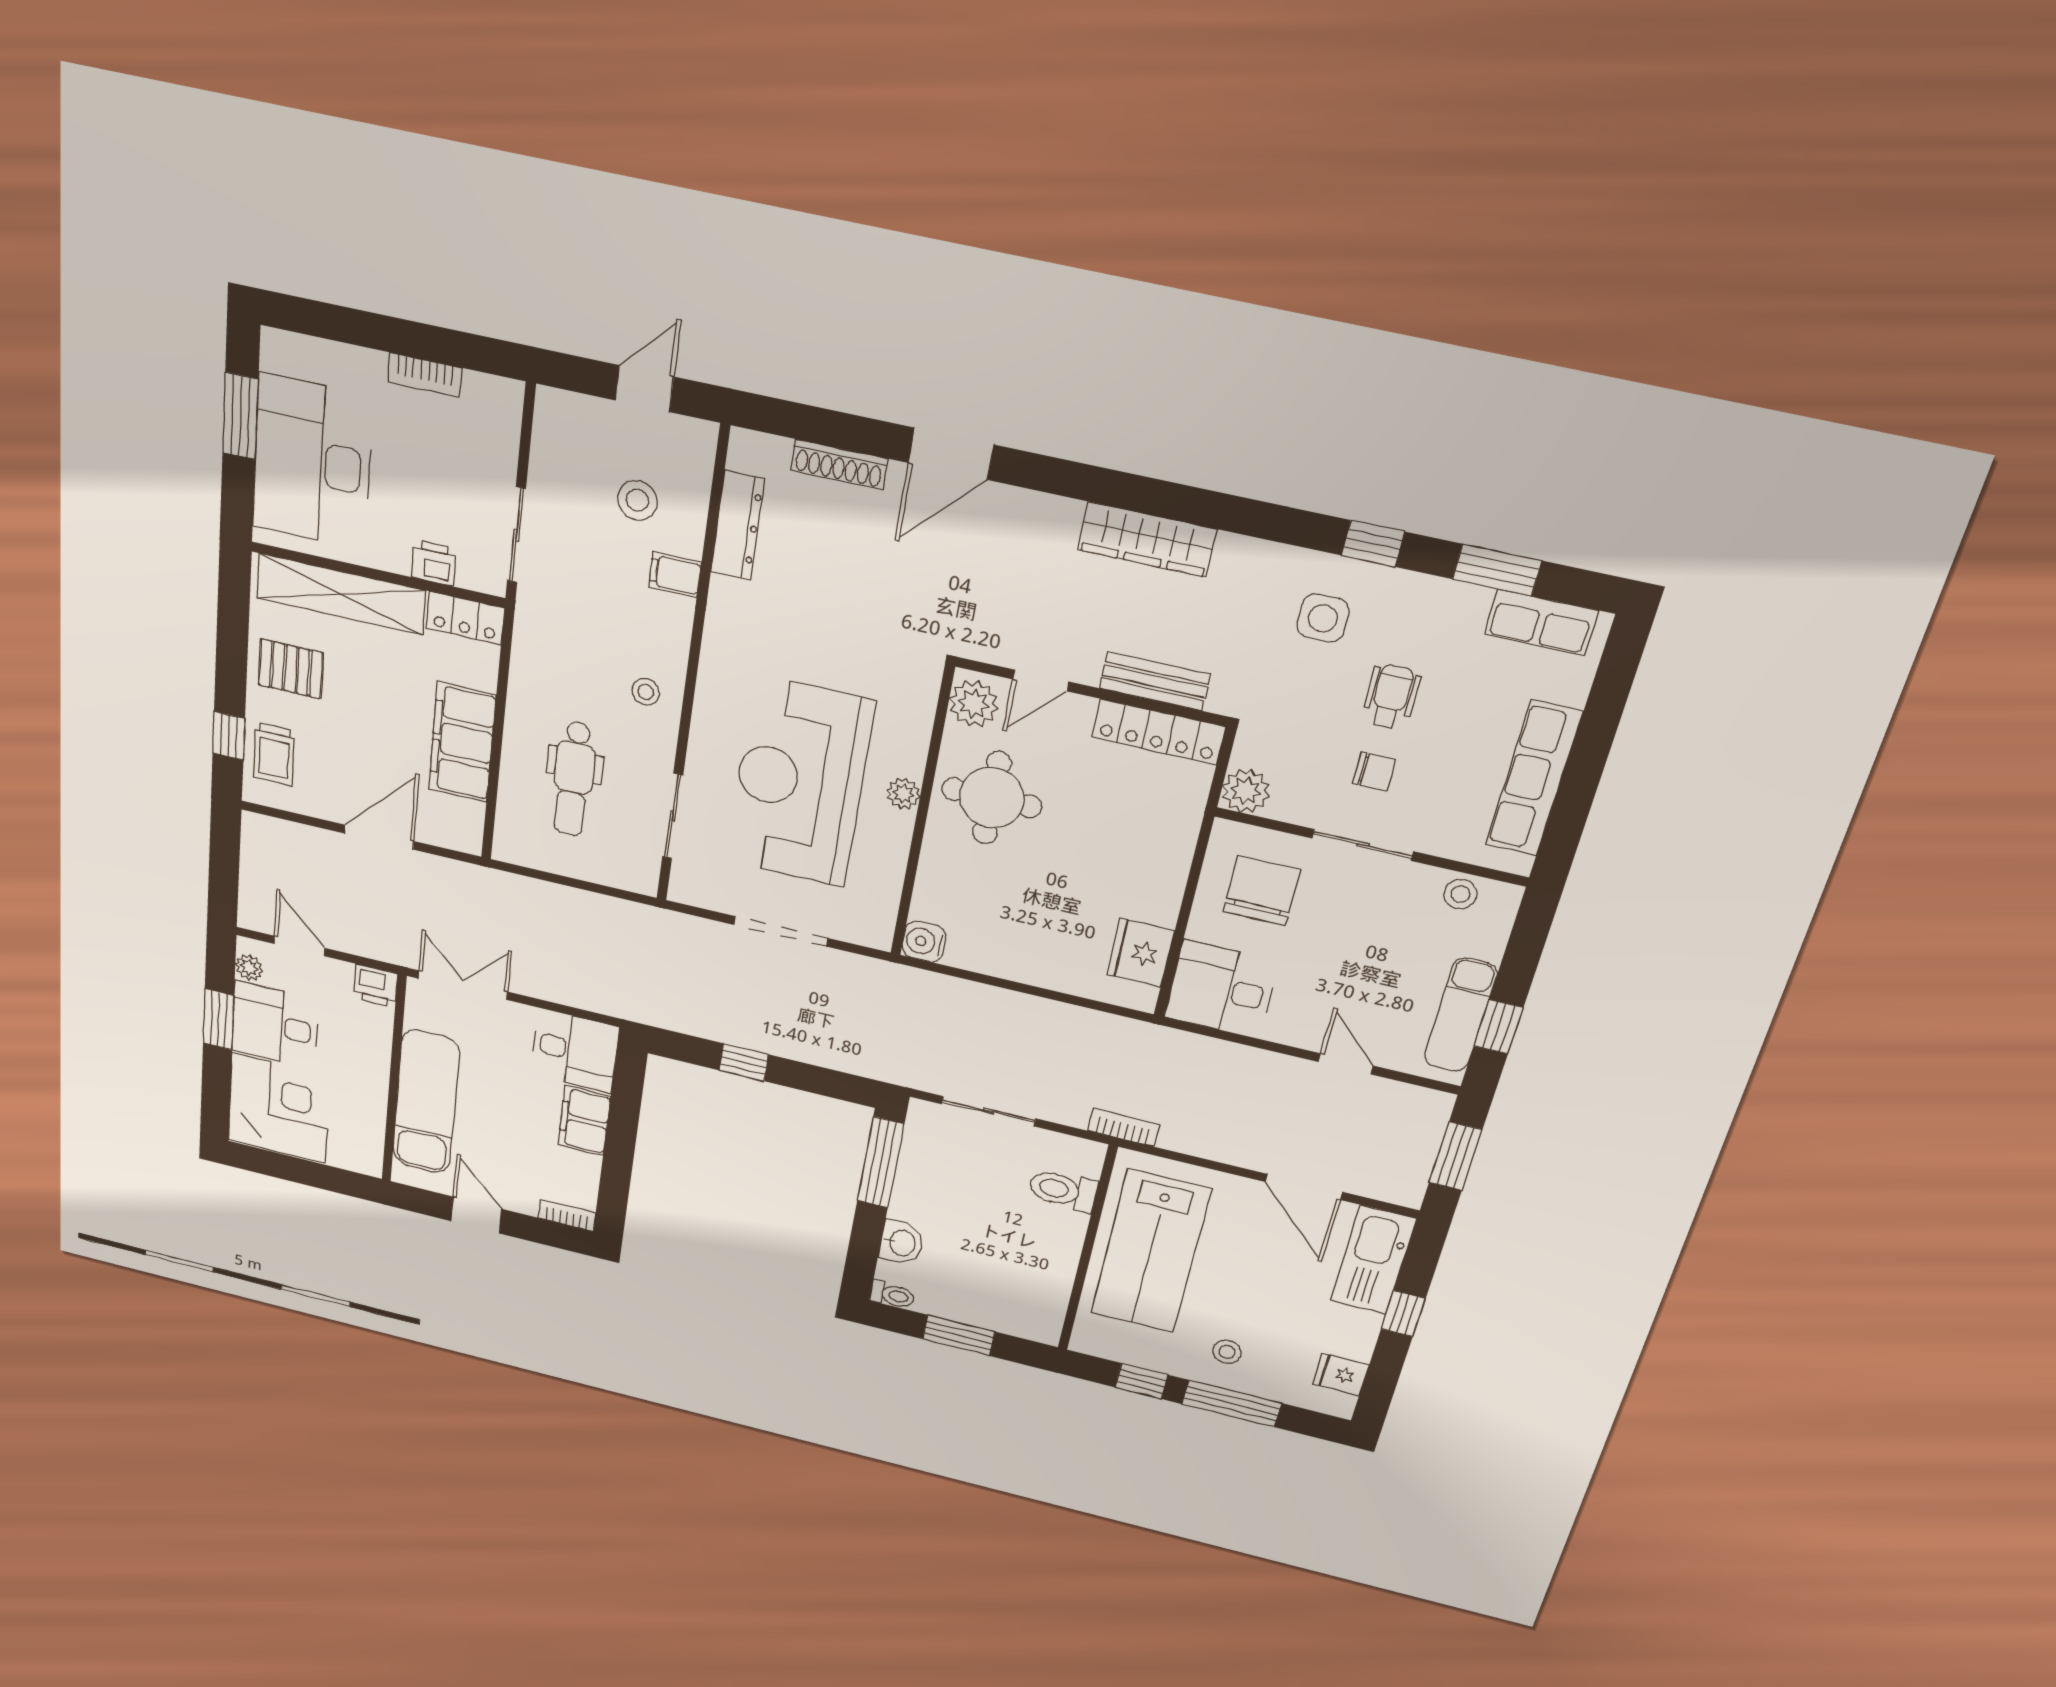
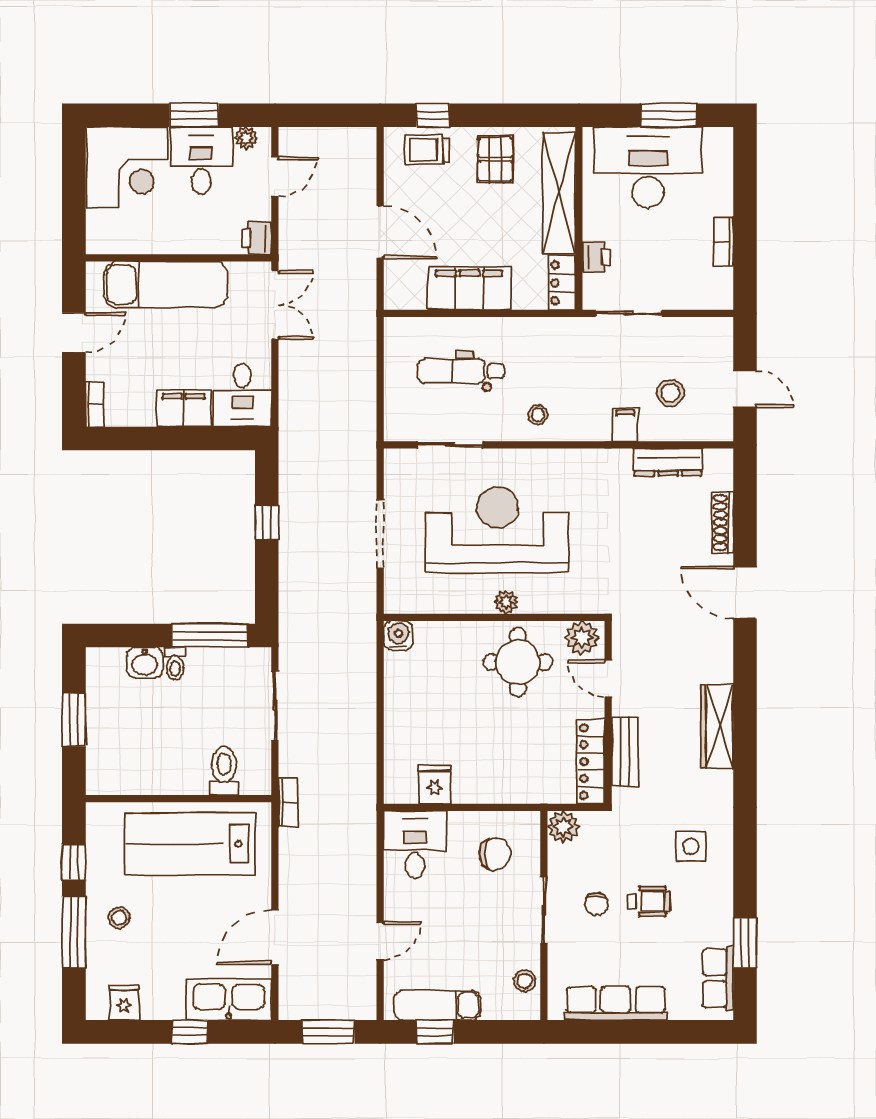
window: (1373, 544) -> (745, 865), removed
chair: (1262, 891) -> (495, 854), width x0.73, depth x0.73
fridge: (1140, 953) -> (435, 785), width x0.72
toilet: (892, 1295) -> (175, 664), moved

